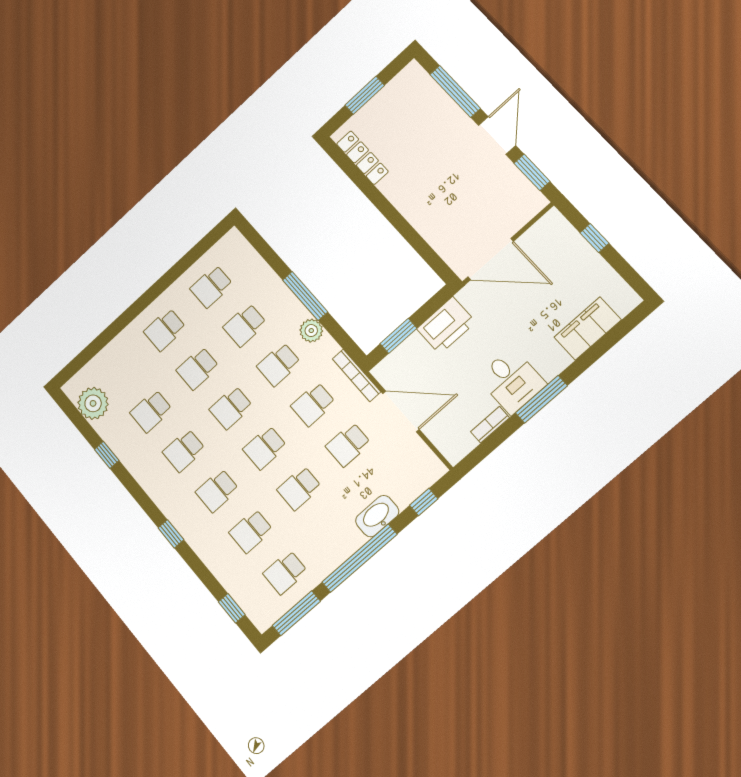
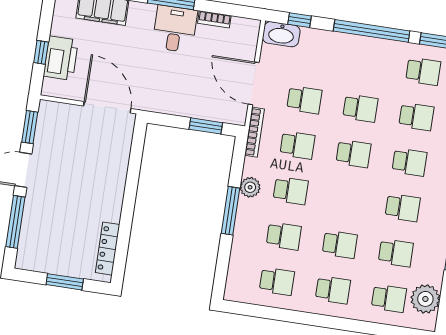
printer: (446, 325) -> (61, 58), moved, turned 90
school desk: (231, 408) -> (389, 298), moved
washbasin: (377, 516) -> (281, 34), moved

